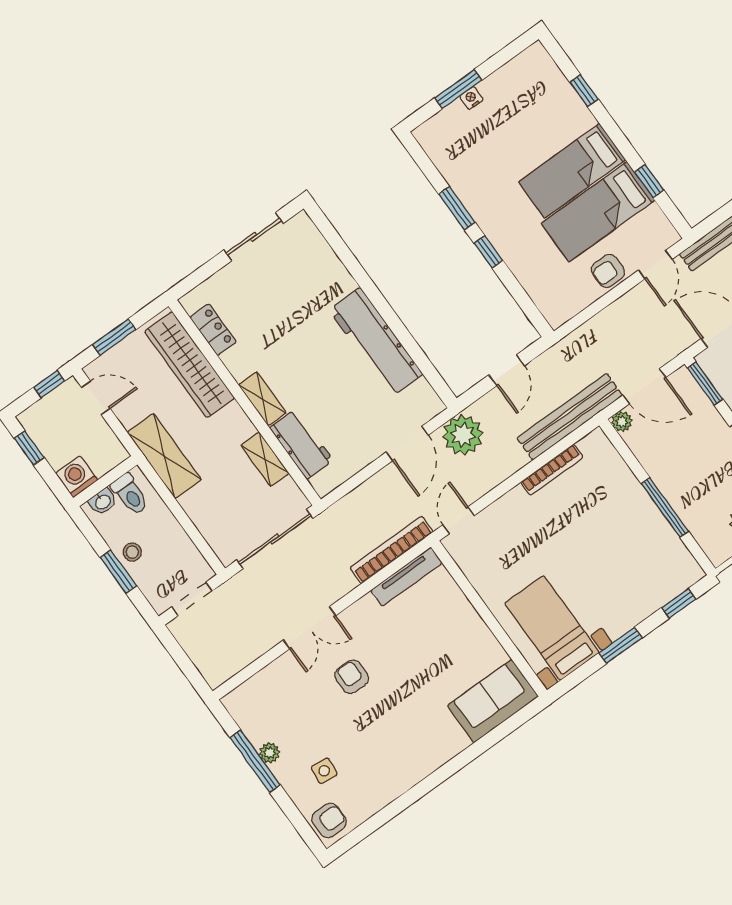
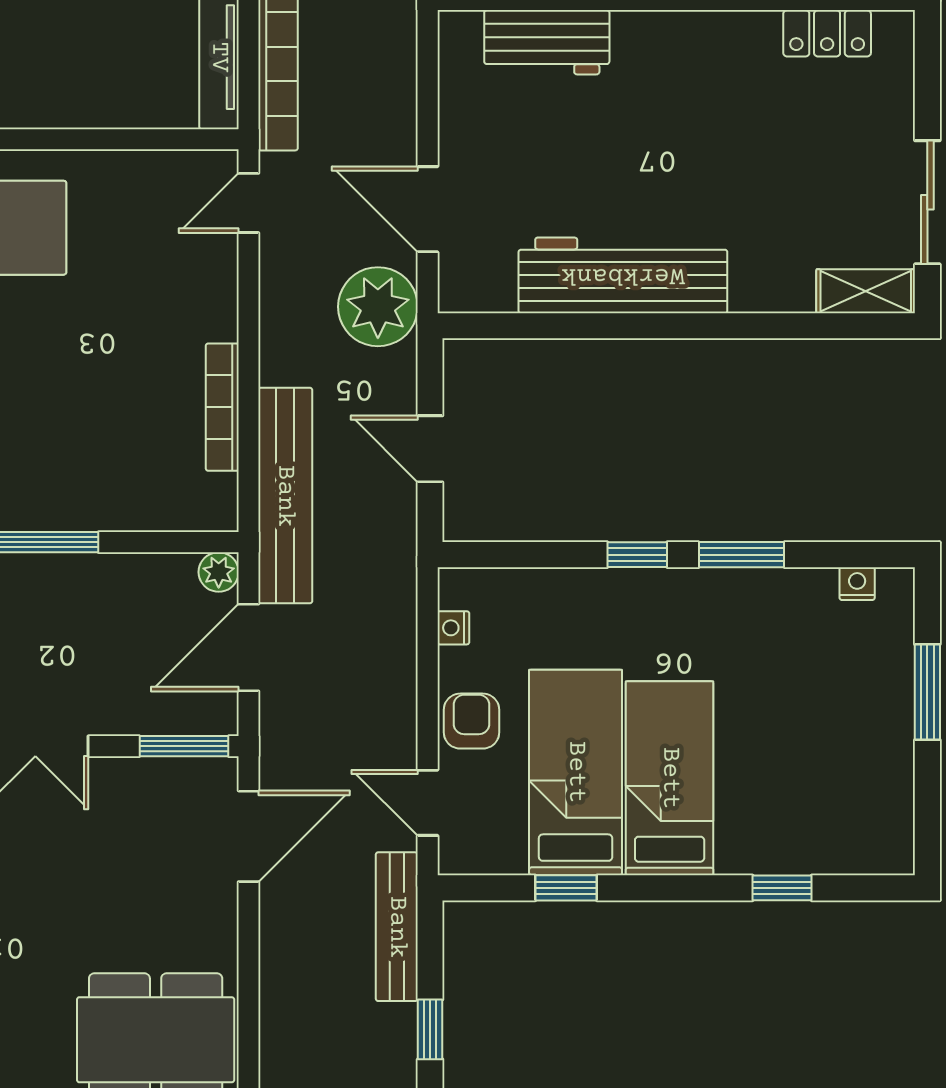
nightstand: (471, 98) -> (857, 584), moved, turned -90
nightstand: (574, 307) -> (453, 628), added
shelving: (262, 399) -> (866, 291), moved
door: (459, 520) -> (249, 203), swing flipped

